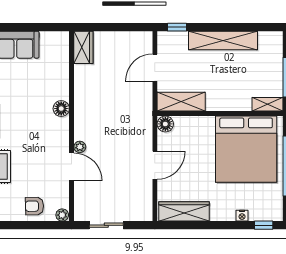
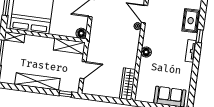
wardrobe: (83, 47) -> (127, 84), width x1.50

